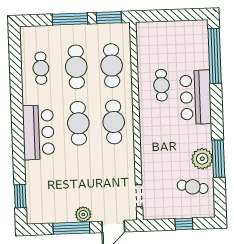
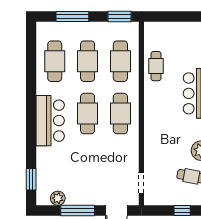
window: (70, 19) -> (72, 17), moved
cafe table: (41, 68) -> (55, 61), width x1.37, depth x1.35
cafe table: (161, 85) -> (156, 66), moved
plant: (83, 214) -> (58, 198), moved

